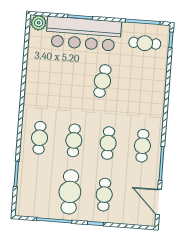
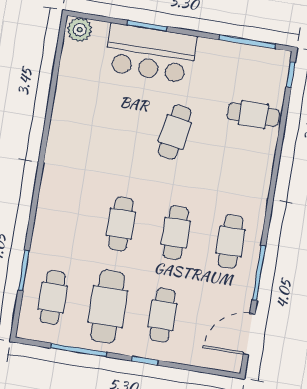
bar counter: (84, 34) -> (151, 53), width x0.73
cafe table: (145, 43) -> (253, 115), moved
cafe table: (39, 138) -> (53, 298), moved
door: (158, 202) -> (249, 334), hinge flipped

